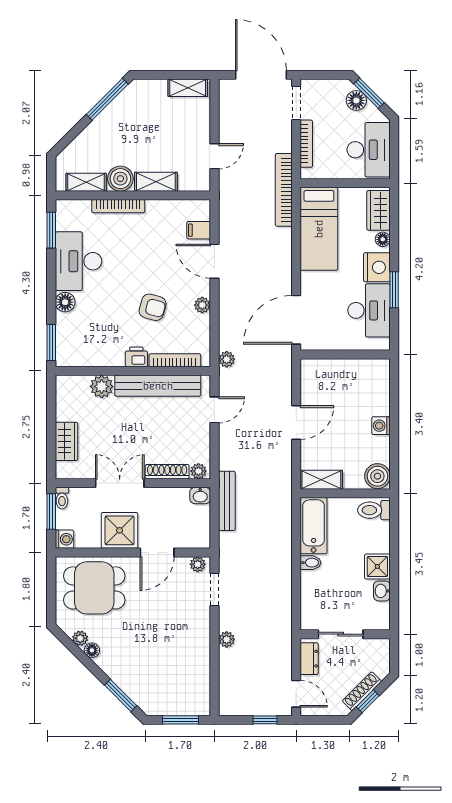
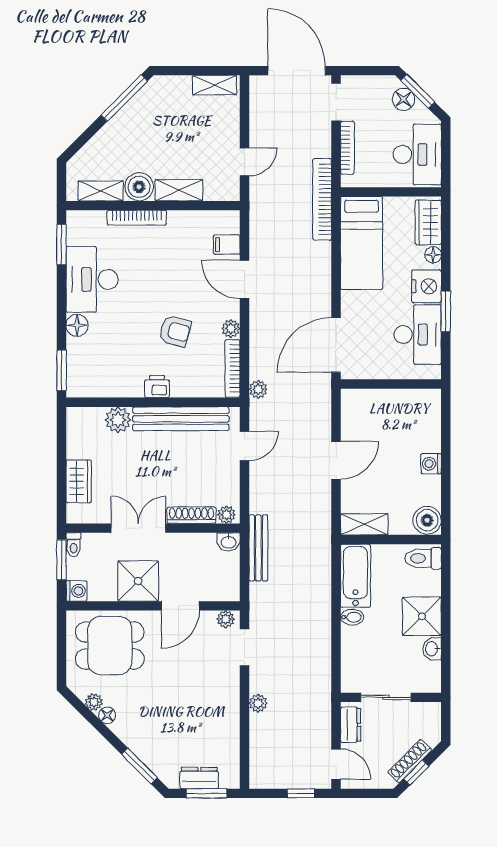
bookcase: (175, 360) -> (233, 368), moved, turned -90
shower: (377, 566) -> (422, 616), width x1.36, depth x1.36
dresser: (174, 706) -> (199, 778), added

